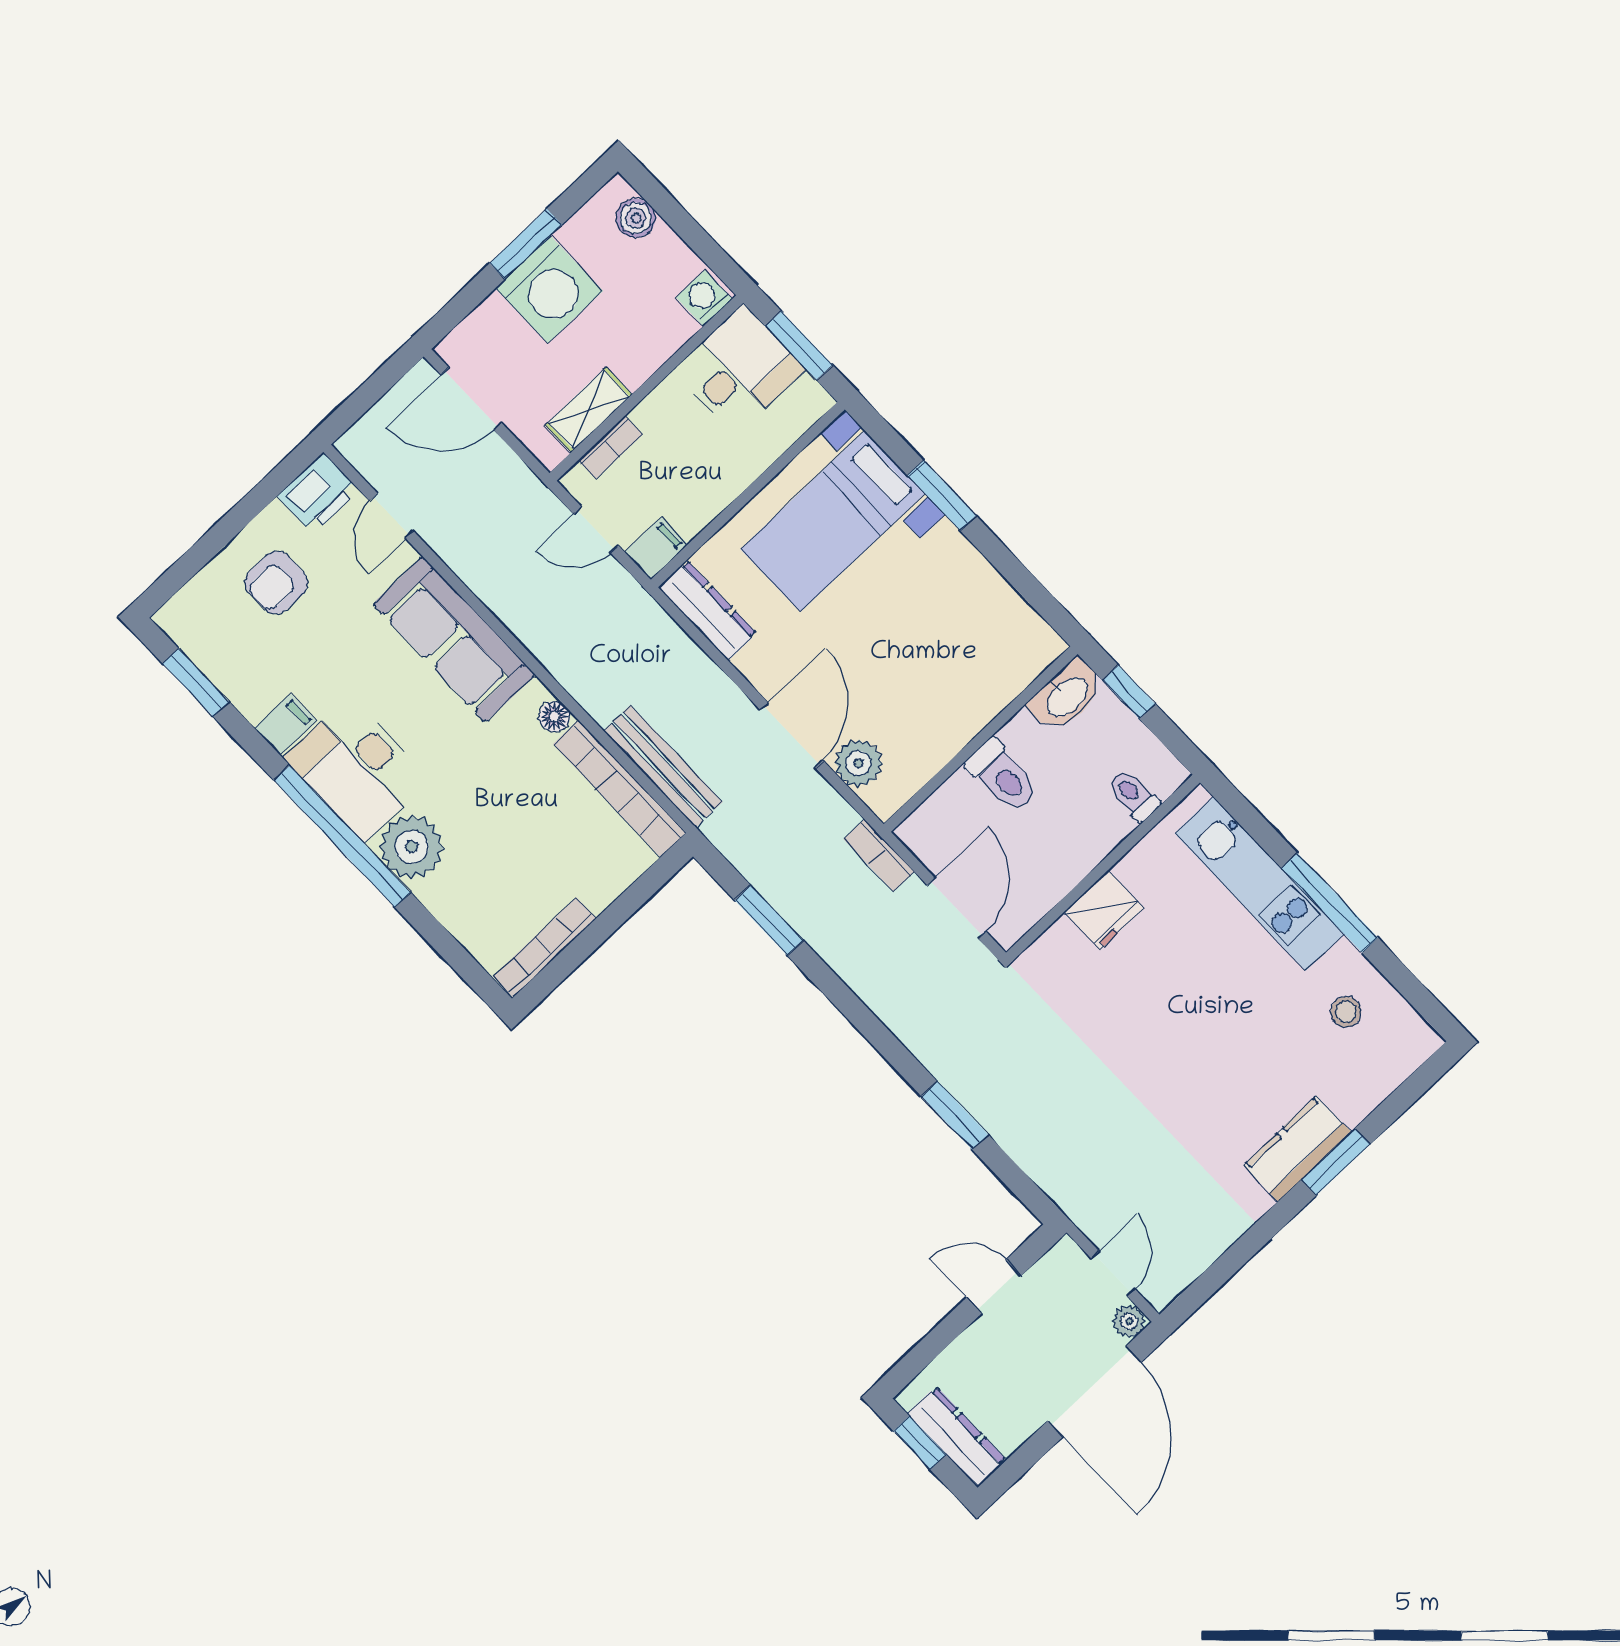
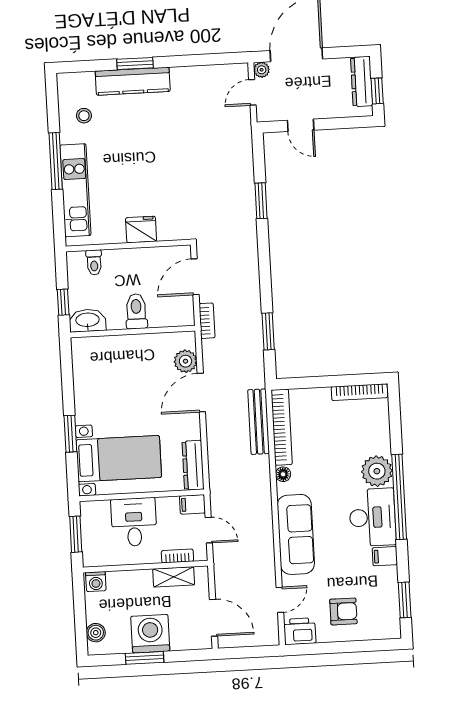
desk: (739, 370) -> (134, 522), moved, turned 90
kitchen counter: (1297, 1149) -> (133, 81), width x1.50

